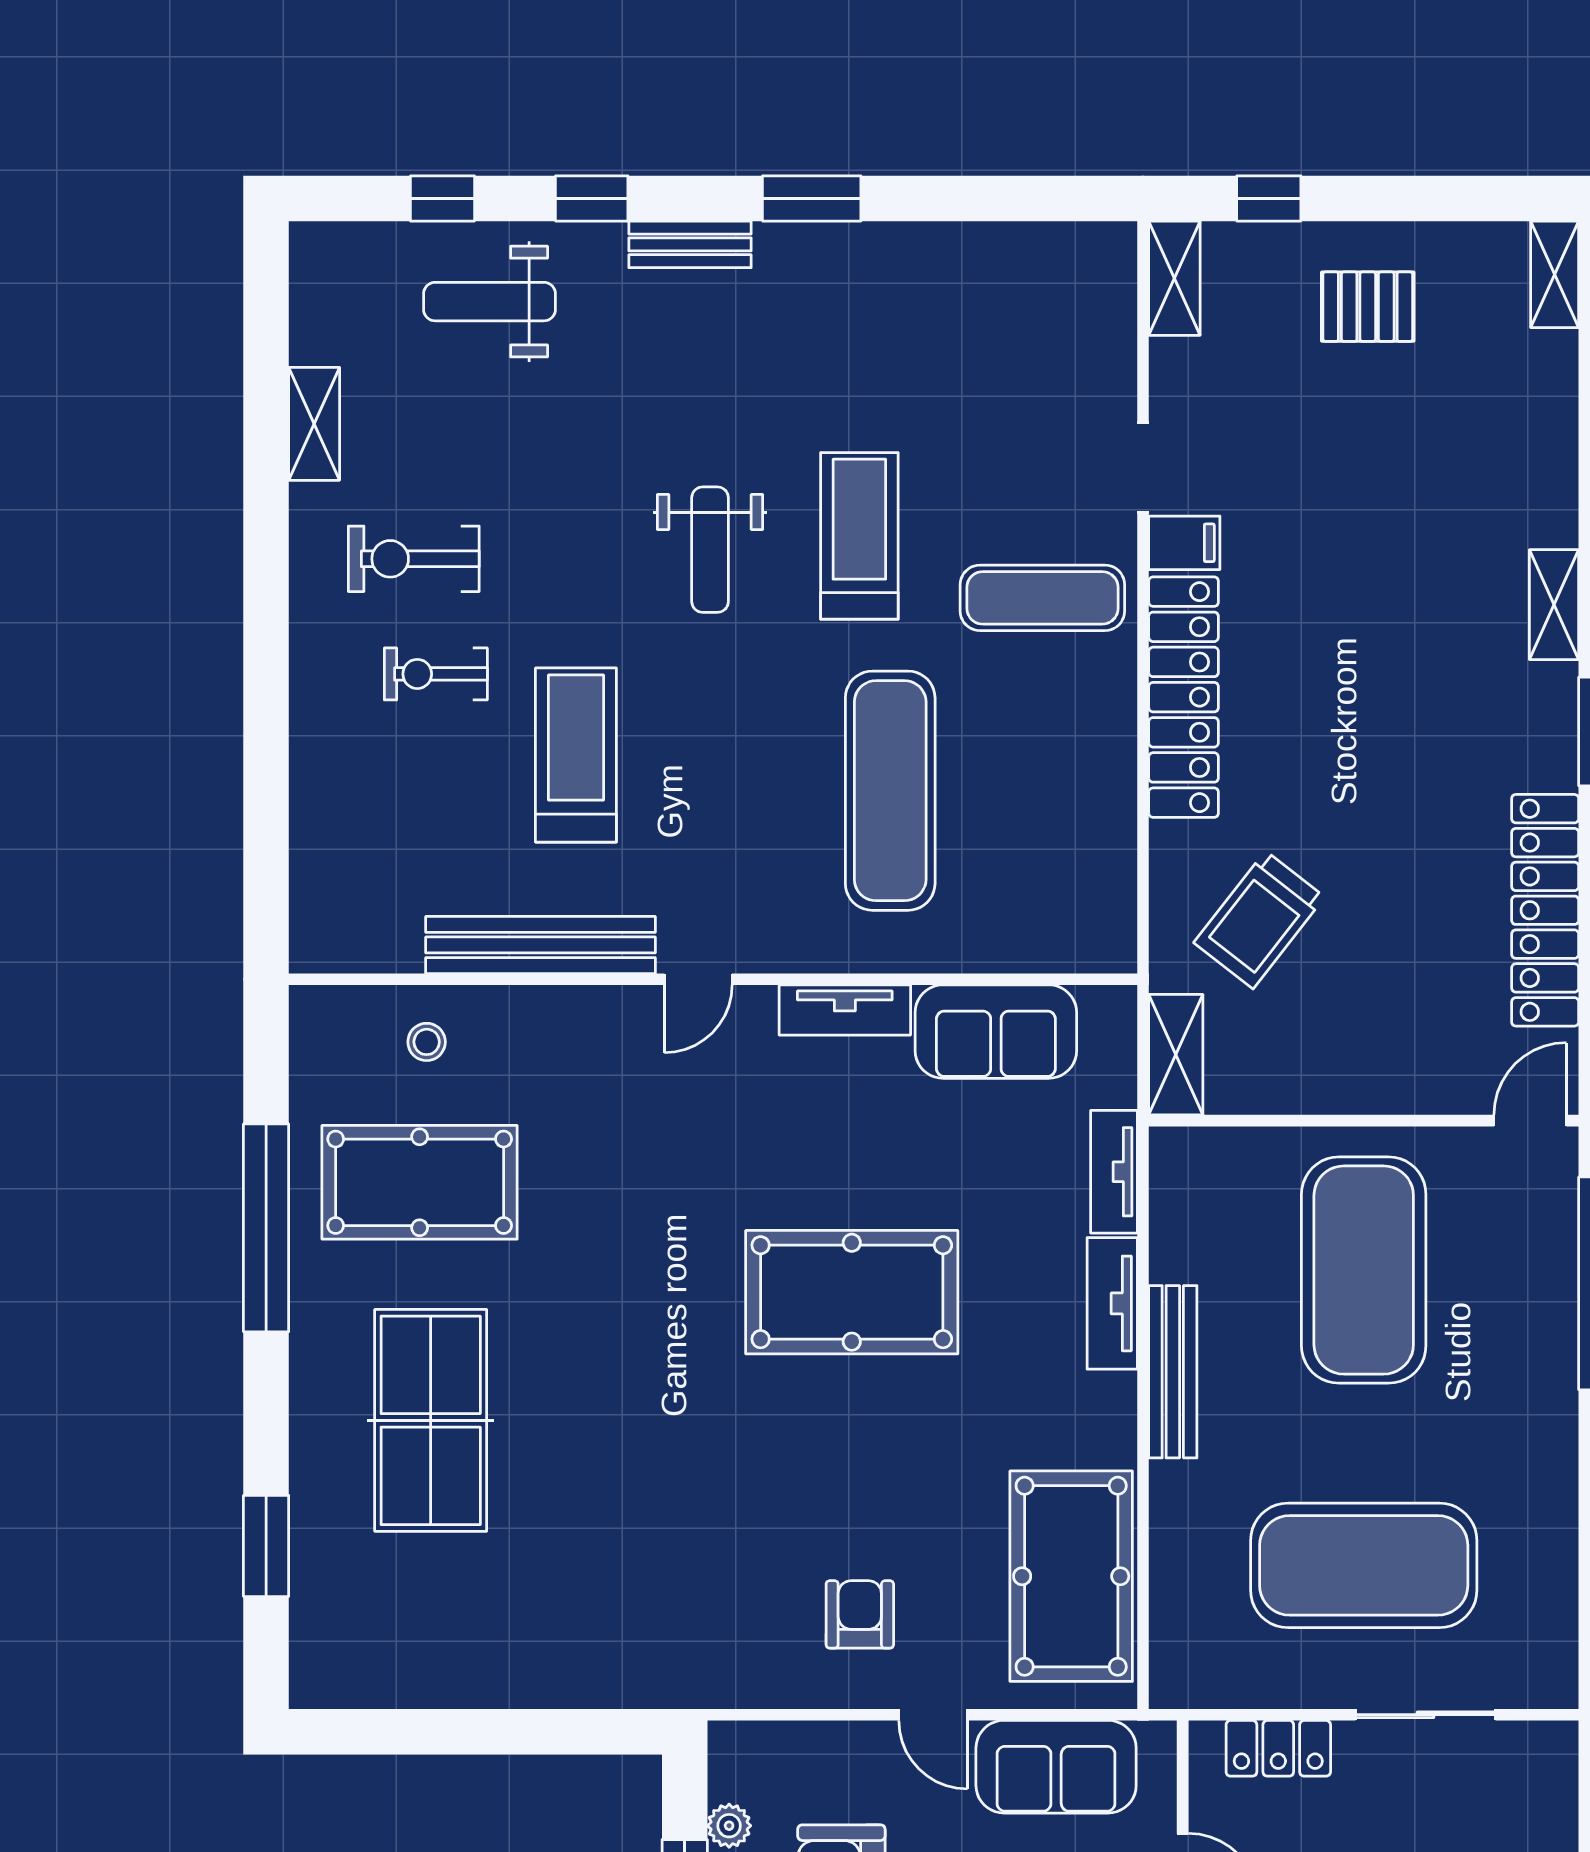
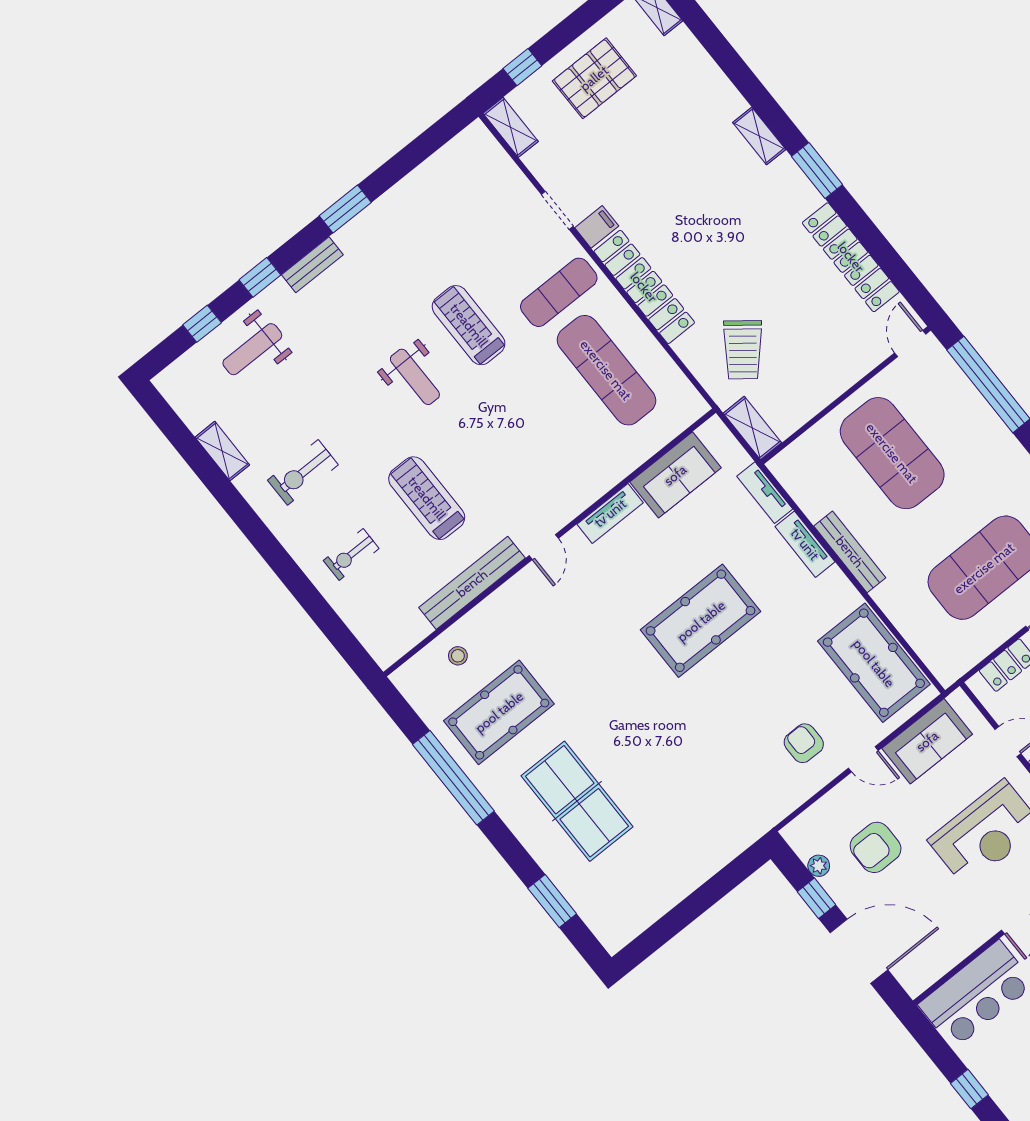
pallet: (1368, 307) -> (594, 78), width x1.50, depth x1.42
exercise bike: (436, 674) -> (351, 554), moved
exercise mat: (890, 791) -> (606, 370), moved

